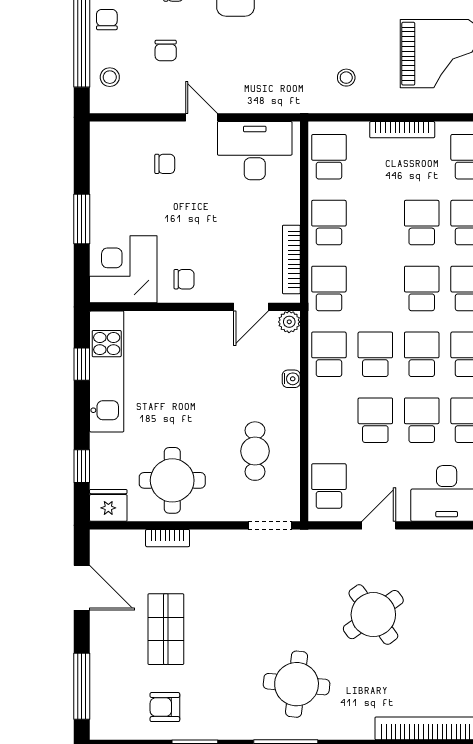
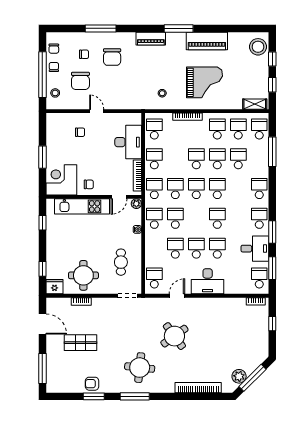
chair: (166, 50) -> (80, 81), width x1.87, depth x1.87
desk: (255, 151) -> (128, 142), moved, turned 90
school desk: (422, 354) -> (175, 189), moved
kitchen unit: (107, 371) -> (82, 206), moved, turned 90
shop shelf: (166, 629) -> (81, 343), turned 90
armchair: (165, 707) -> (92, 384), moved

